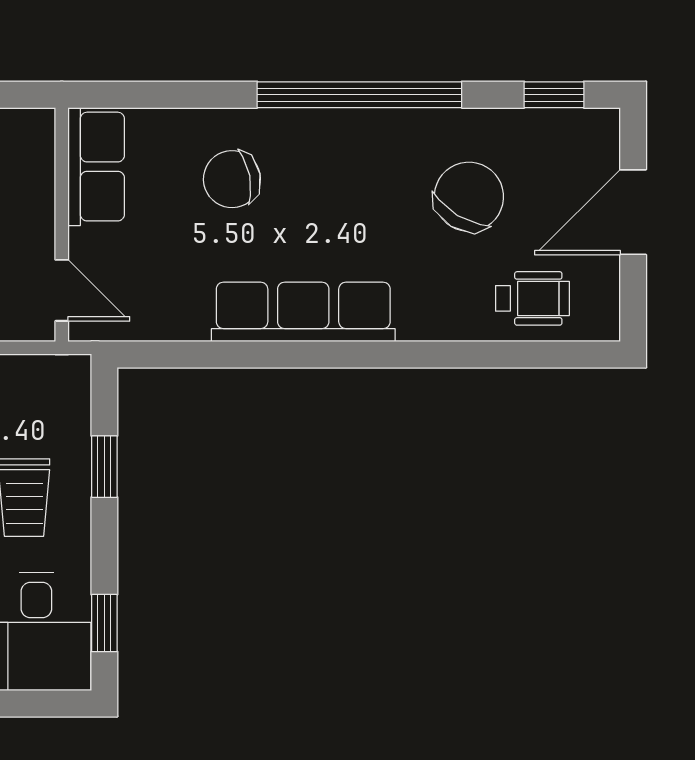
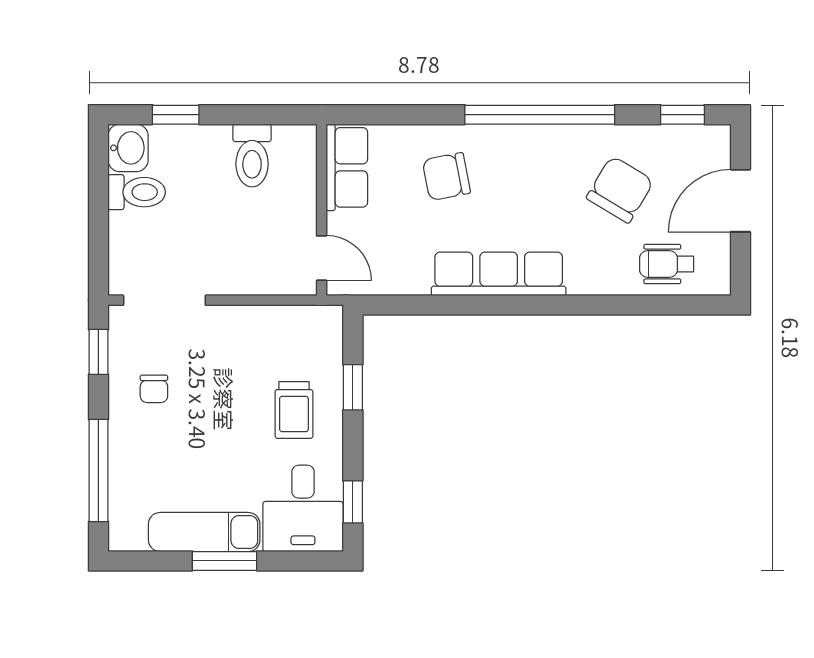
wheelchair: (532, 298) -> (667, 264), turned 180

